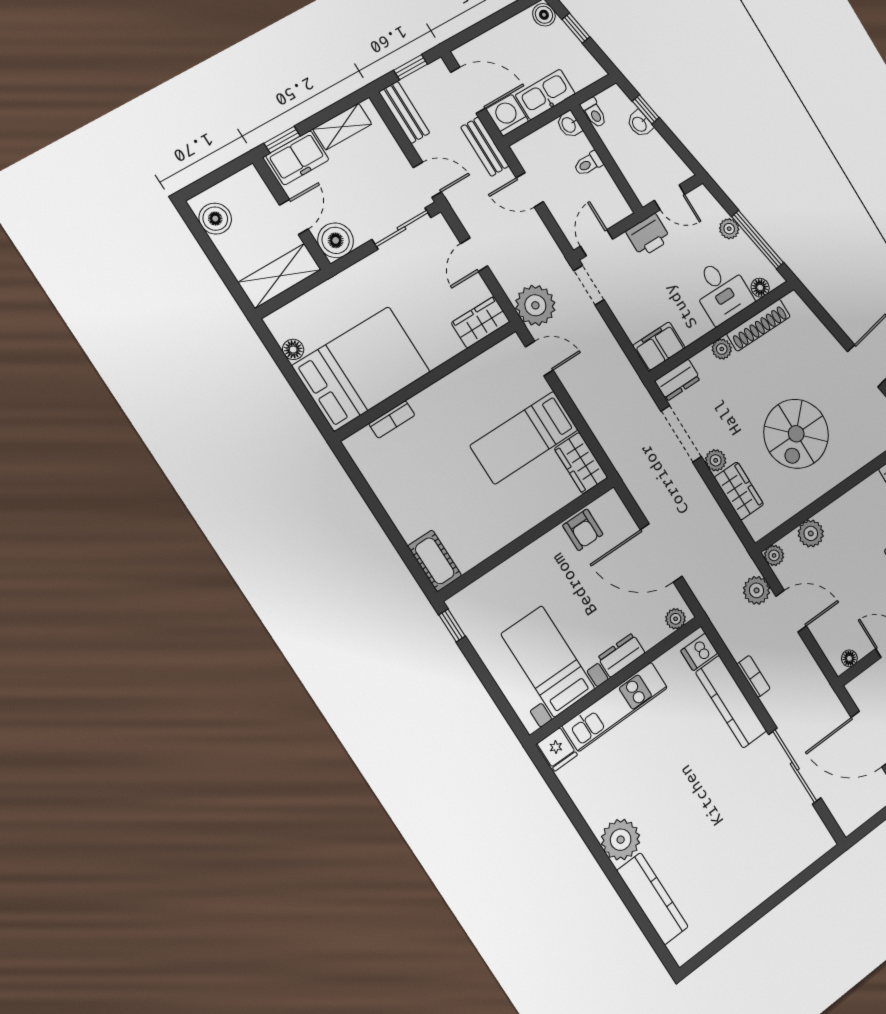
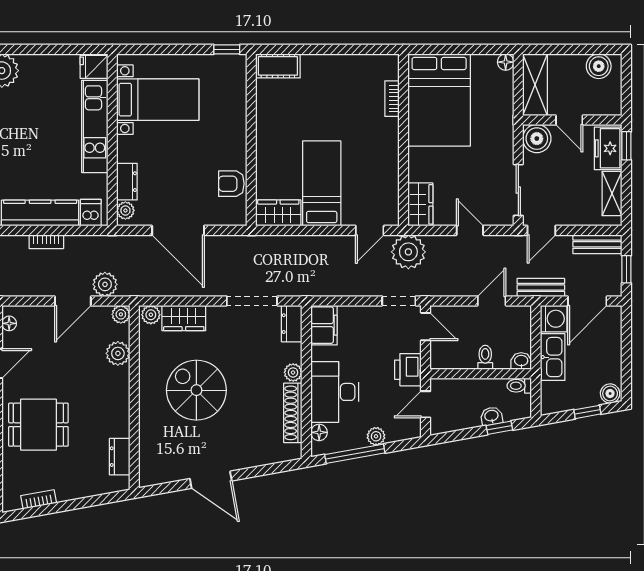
desk: (722, 291) -> (335, 392), width x1.37
floor lamp: (293, 349) -> (506, 62), moved
plant: (716, 460) -> (151, 315), moved
door: (661, 553) -> (178, 230), swing flipped
dresser: (621, 655) -> (127, 182), moved

